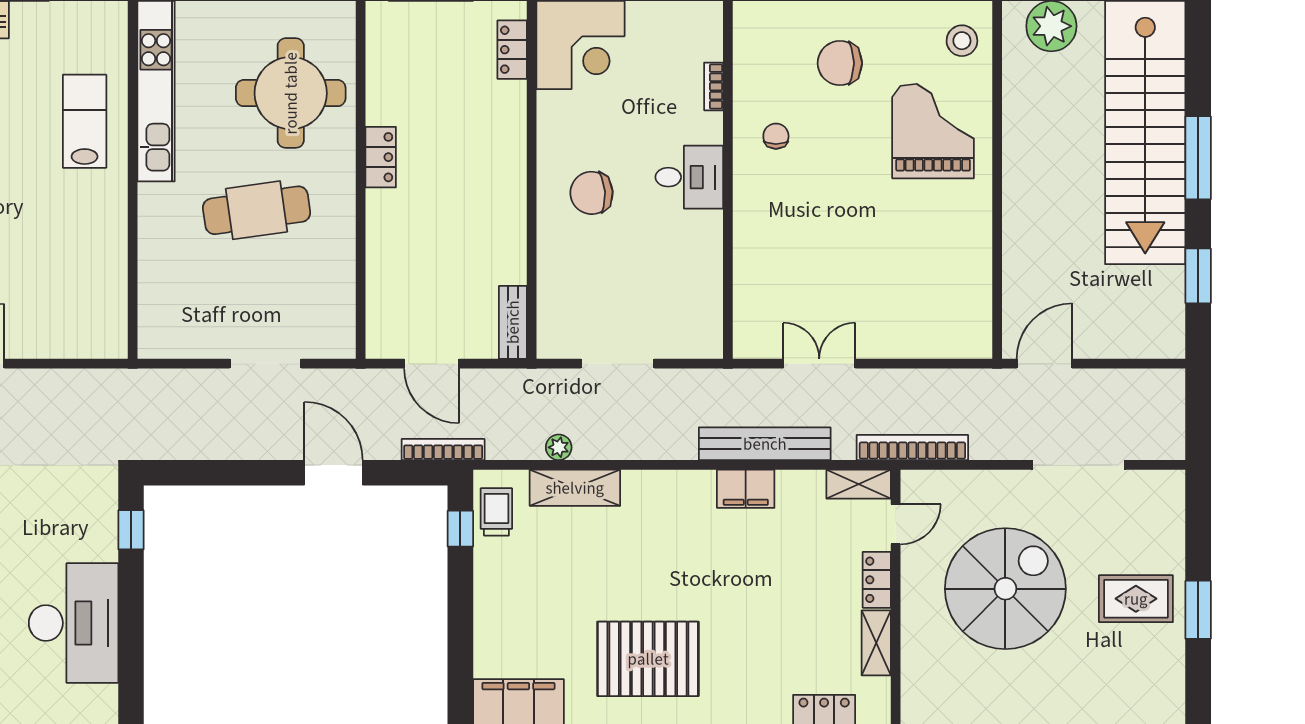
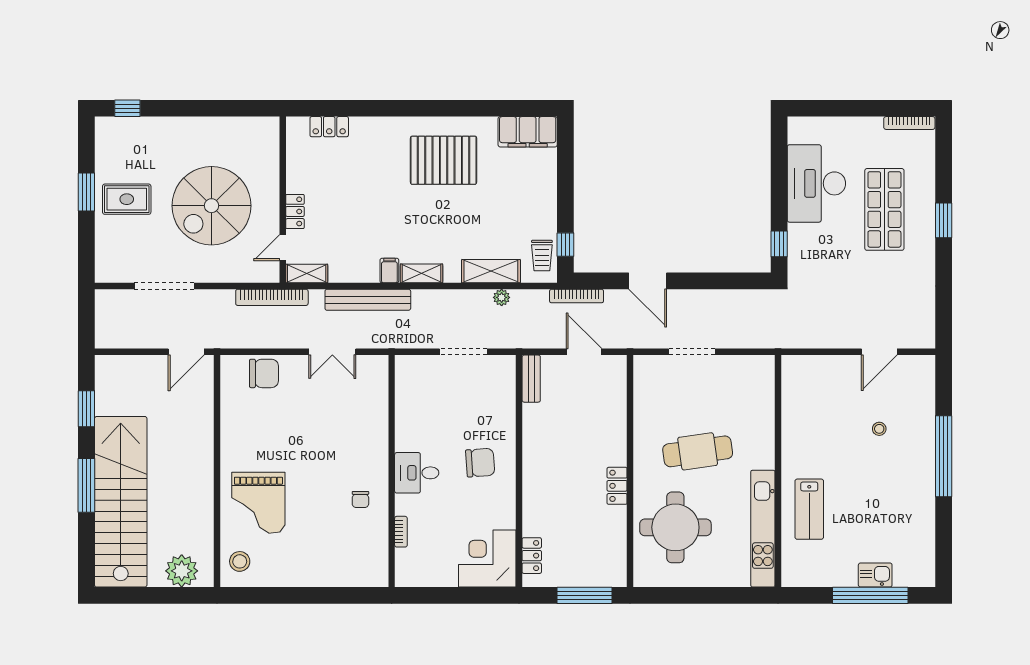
chair: (840, 63) -> (264, 373), moved
filing cabinet: (746, 489) -> (389, 271), width x0.50
shelving: (876, 643) -> (422, 273), moved, turned 90

